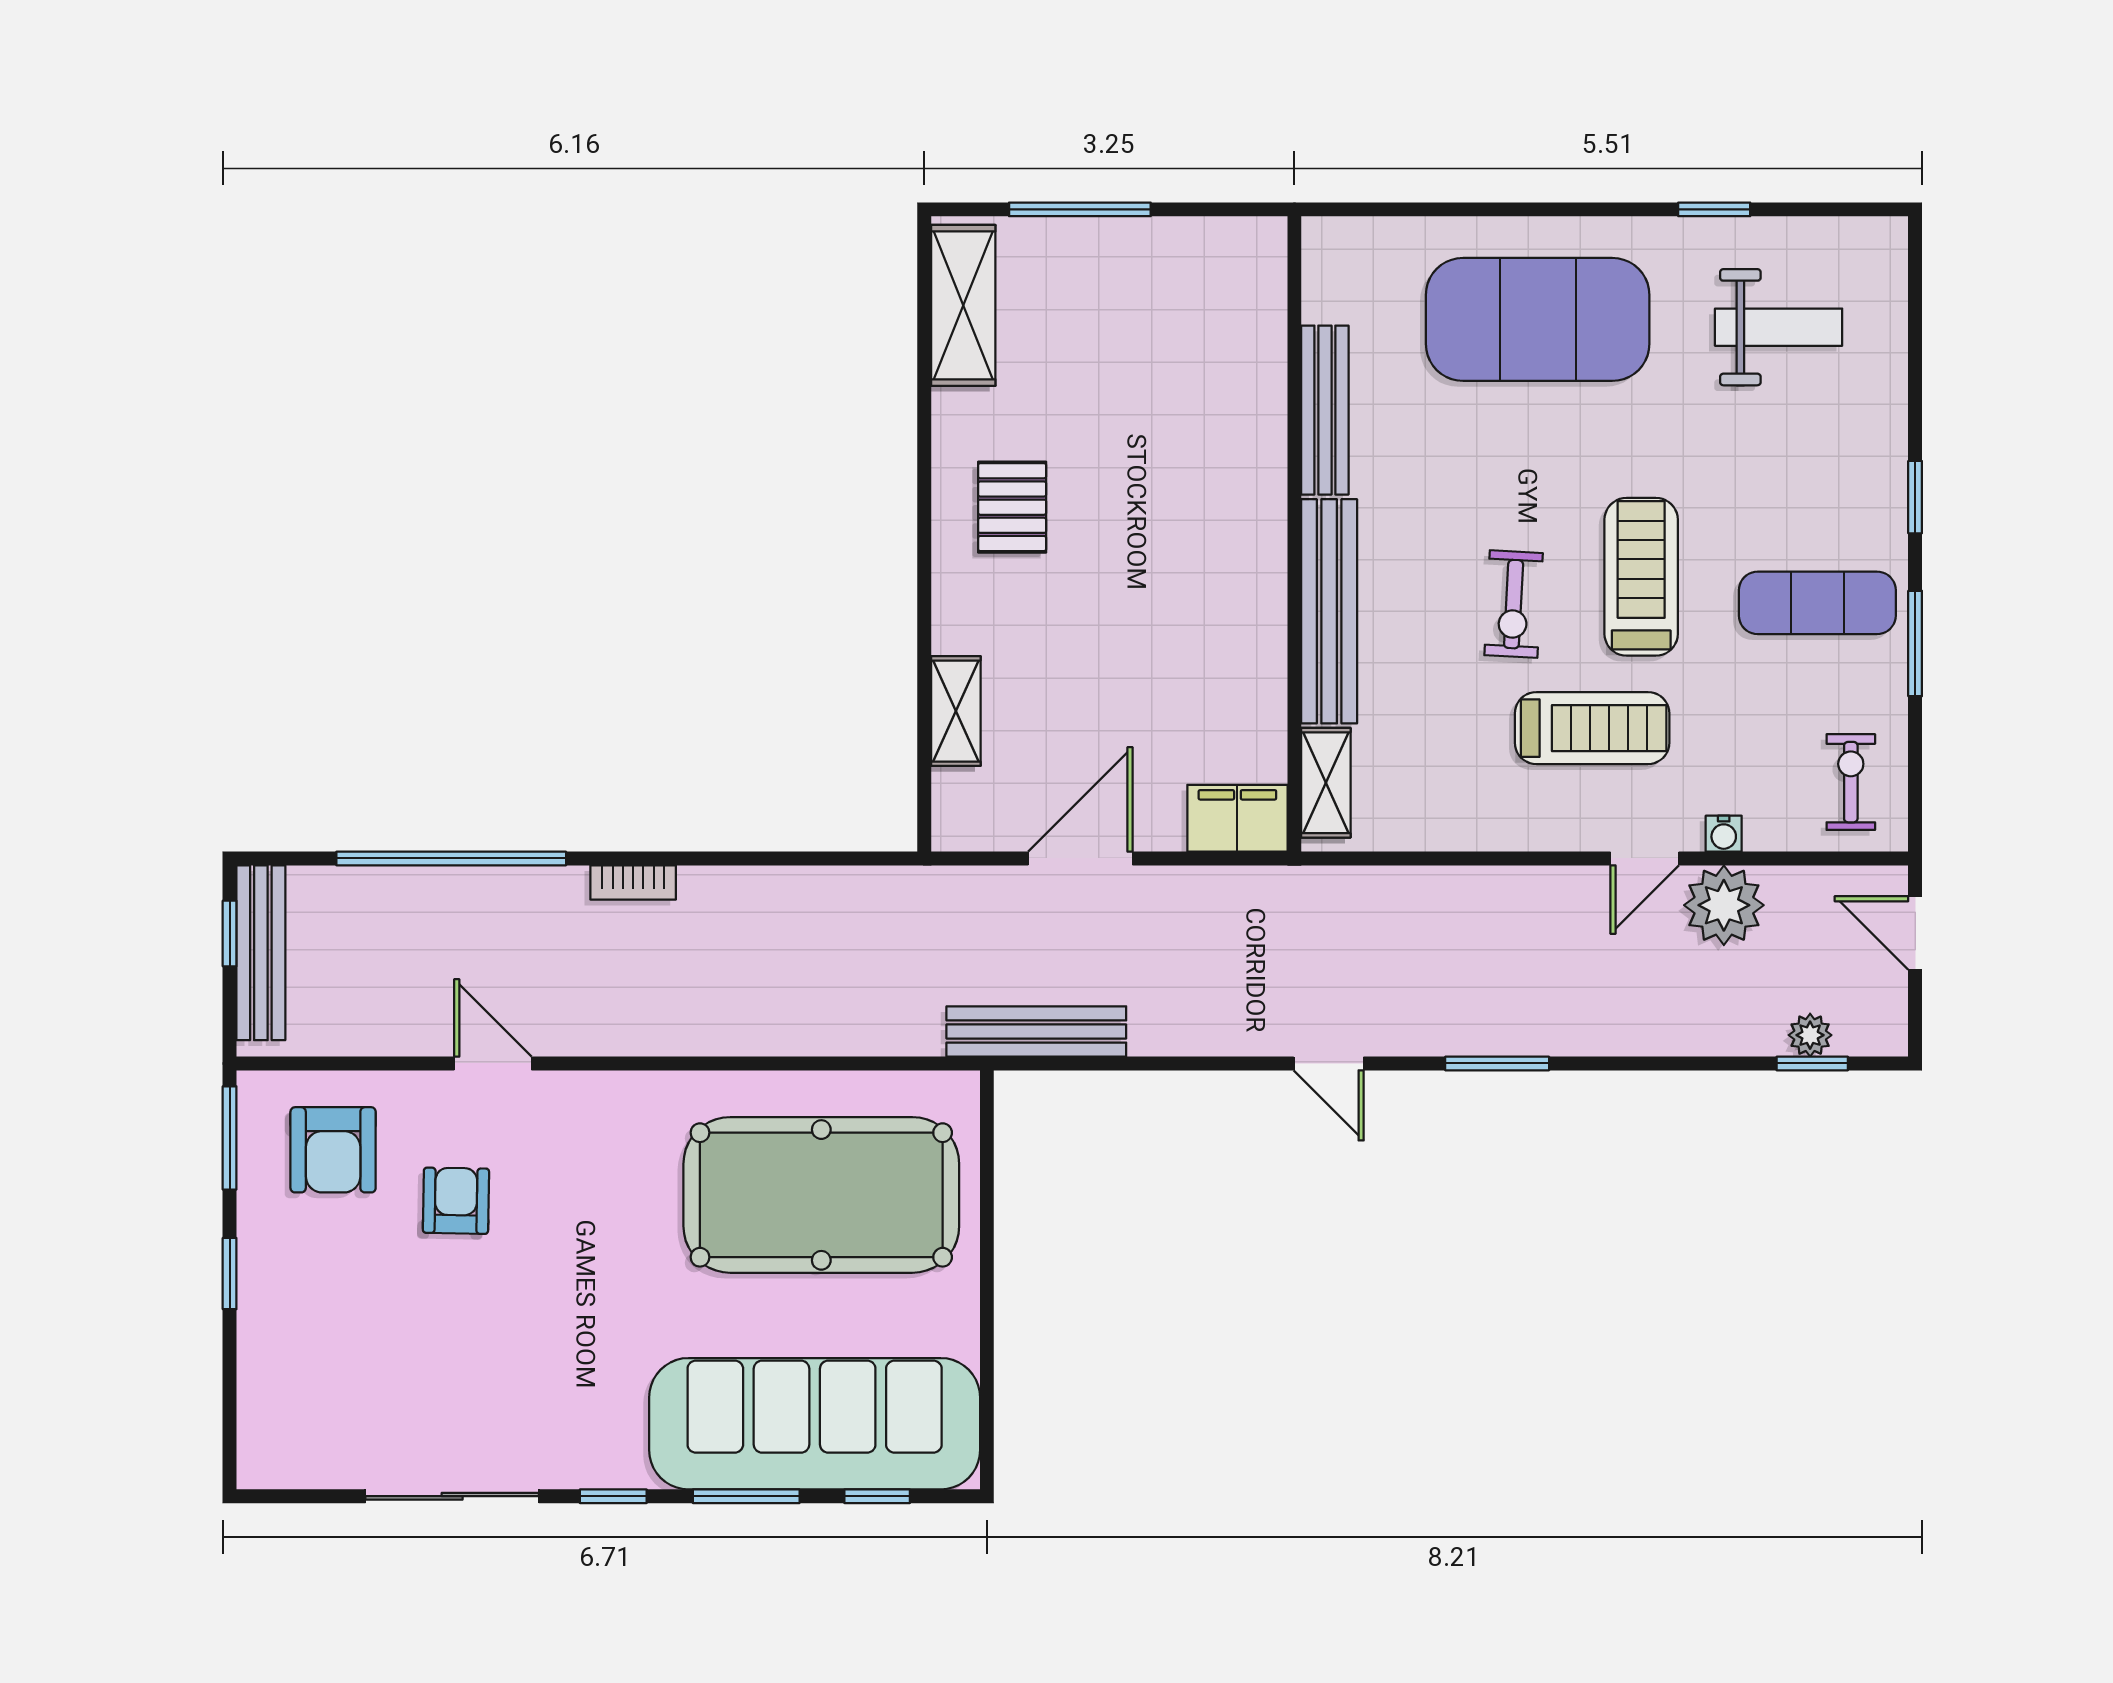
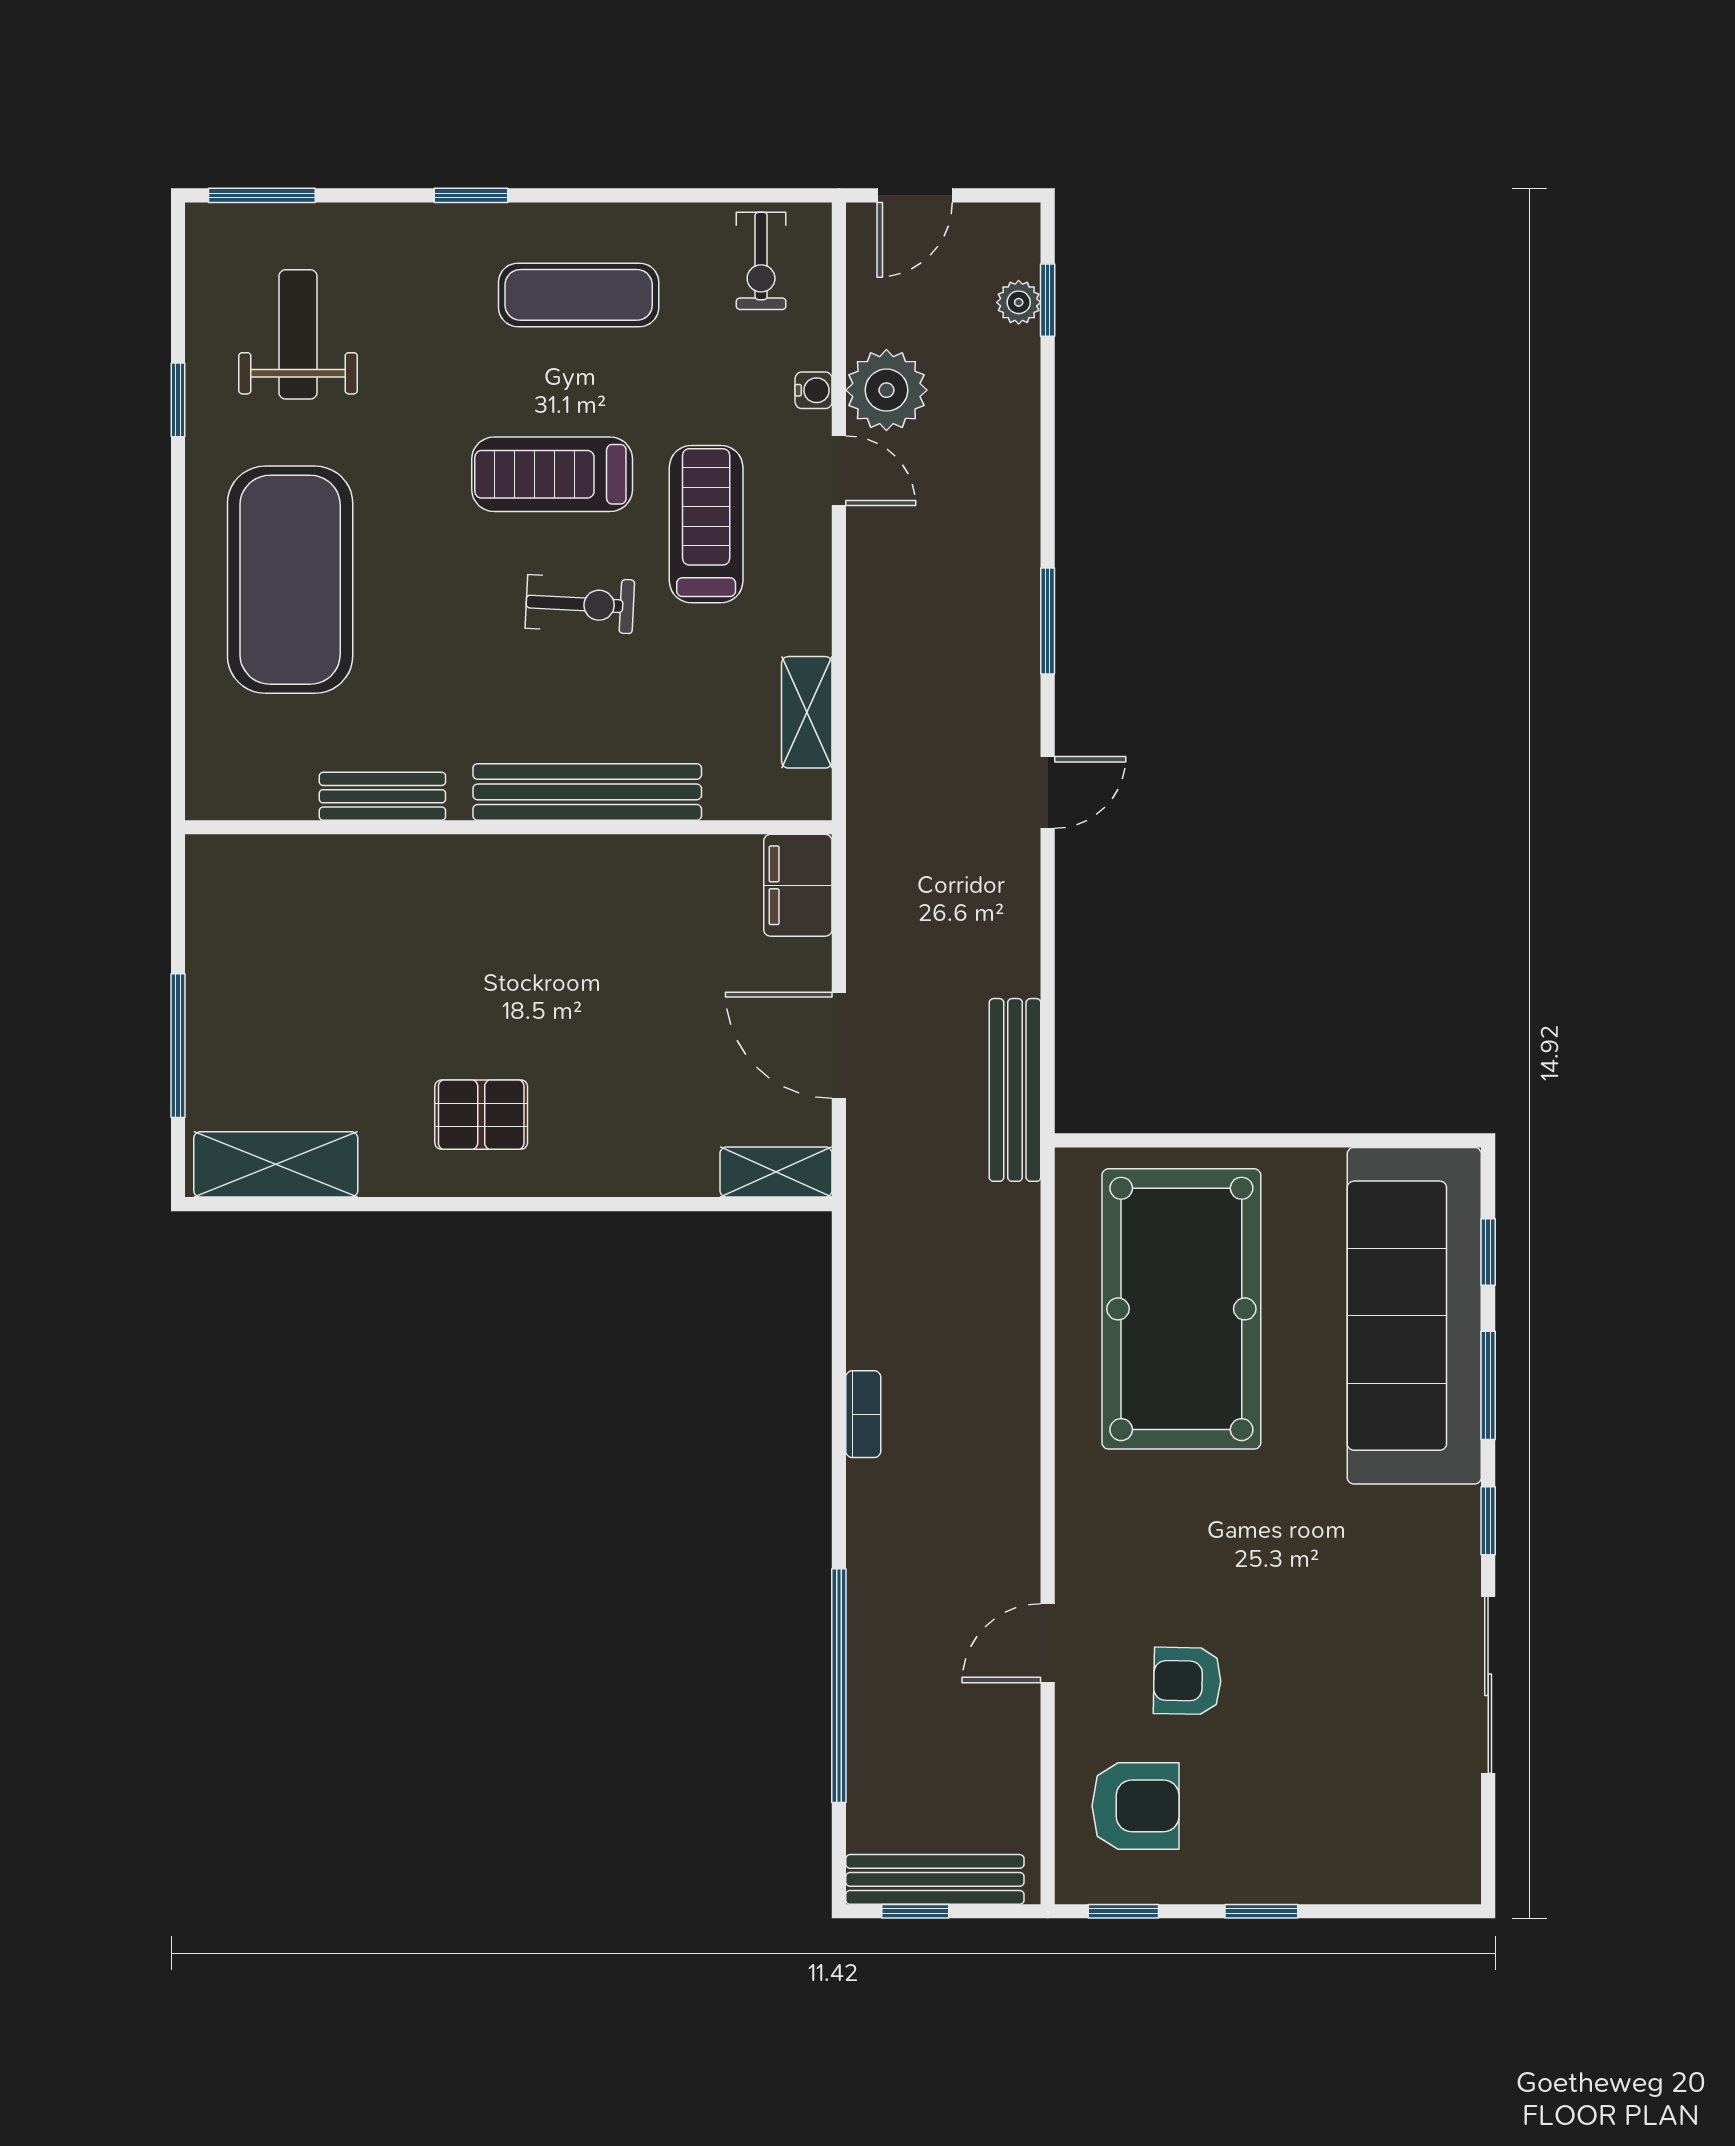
bench: (1325, 410) -> (382, 796), width x0.73
exercise mat: (1817, 603) -> (579, 295), turned 90
window: (1915, 644) -> (262, 195), moved
shelving: (956, 711) -> (776, 1172), moved
exercise bike: (1851, 782) -> (761, 261), turned -90
shelving: (1326, 783) -> (807, 712), moved, turned 90
bookcase: (633, 882) -> (863, 1414), moved
window: (230, 1138) -> (1123, 1911), width x0.67

